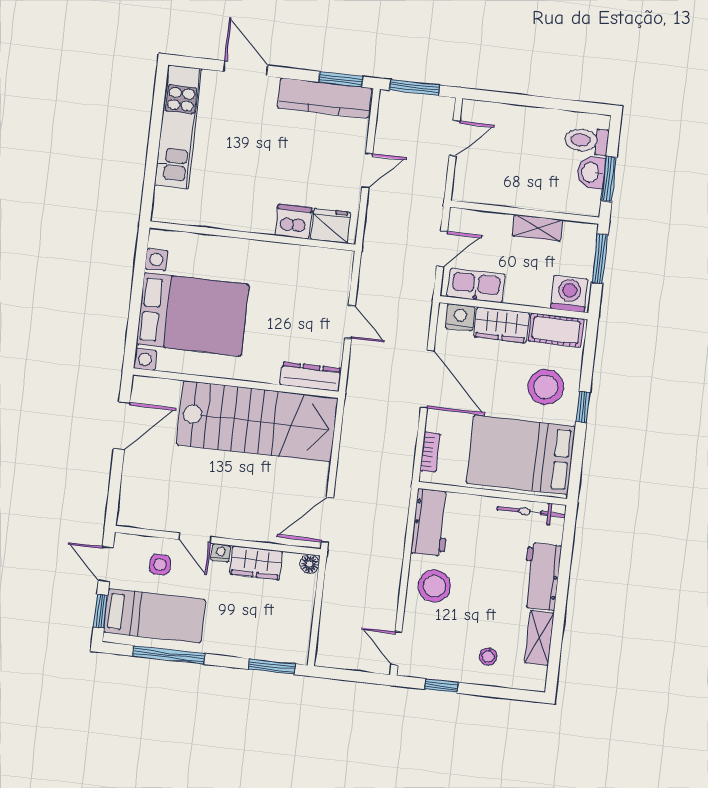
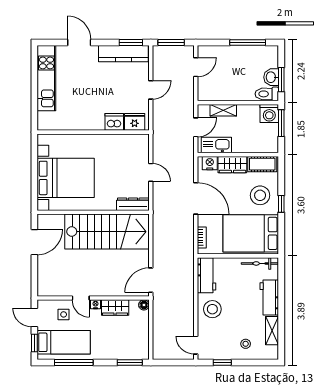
window: (555, 104) -> (248, 42), added
toilet: (586, 141) -> (267, 94), moved
shelving: (538, 228) -> (223, 110), moved
washing machine: (569, 294) -> (269, 113), moved, turned 180

